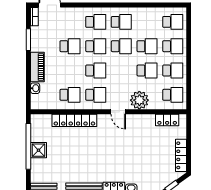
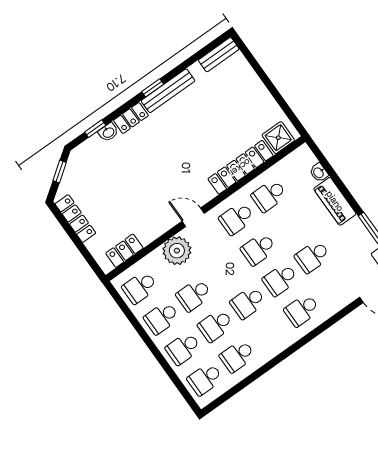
school desk: (121, 22) -> (237, 356), moved
window: (28, 146) -> (275, 94), removed
shower: (38, 150) -> (278, 138), moved

